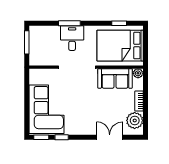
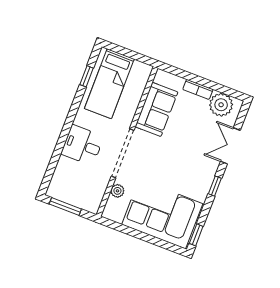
window: (69, 23) -> (62, 141), removed
bed: (120, 46) -> (109, 84), width x0.67
plant: (138, 73) -> (117, 191), moved
window: (62, 137) -> (215, 186), moved

